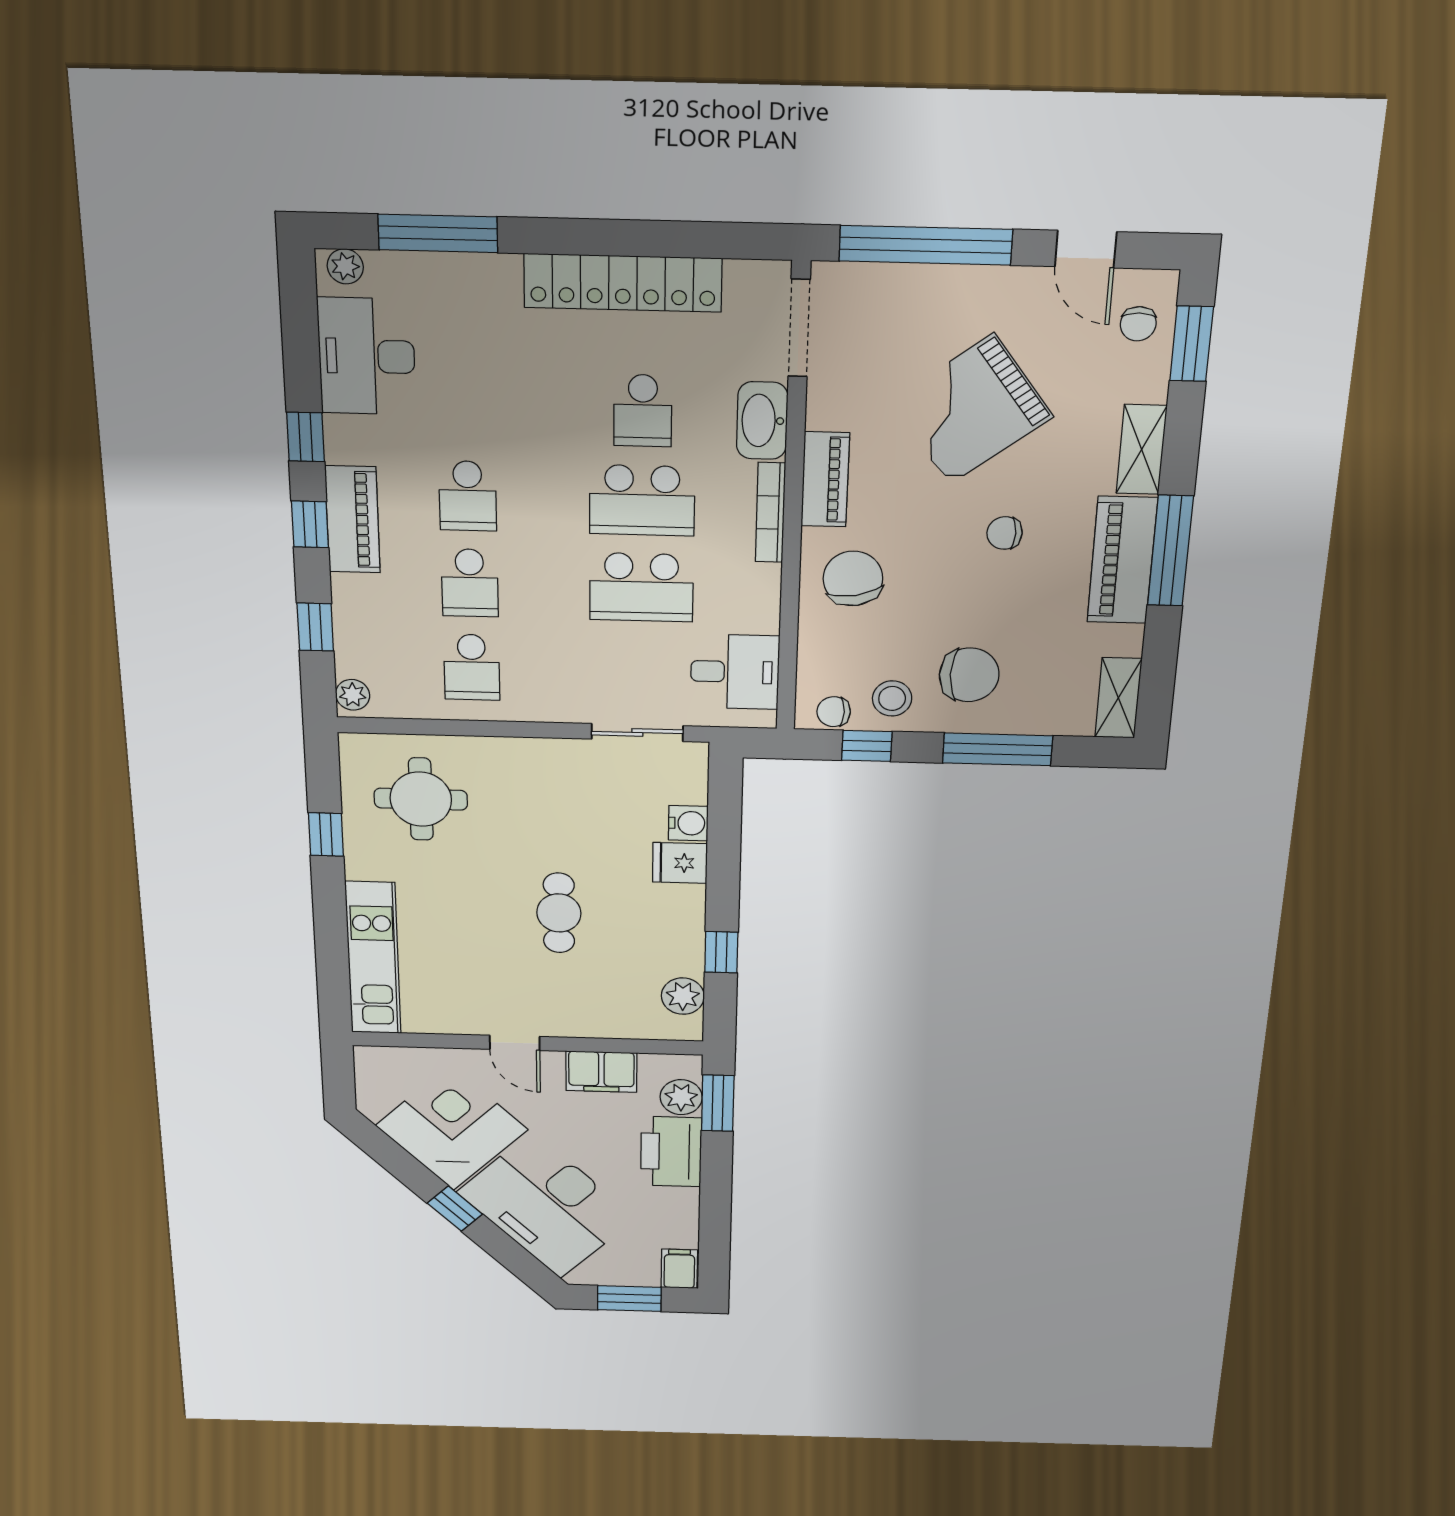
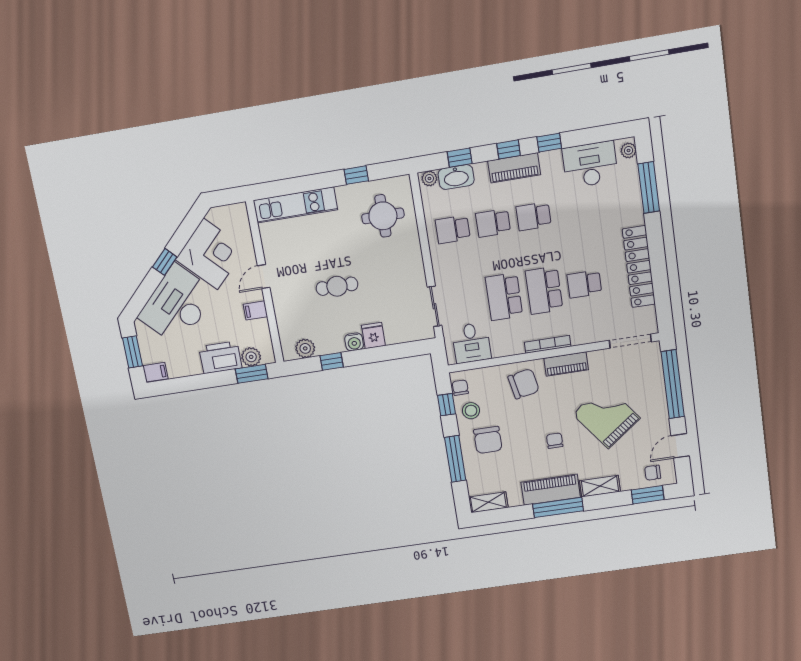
washbasin: (762, 421) -> (456, 177), moved, turned 180
water cooler: (688, 823) -> (354, 342), moved
filing cabinet: (601, 1072) -> (255, 310), width x0.50

